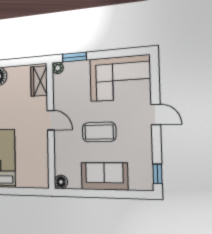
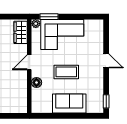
corner sofa: (120, 78) -> (62, 34), moved
door: (51, 120) -> (29, 62), swing flipped
floor lamp: (61, 182) -> (36, 83), moved

